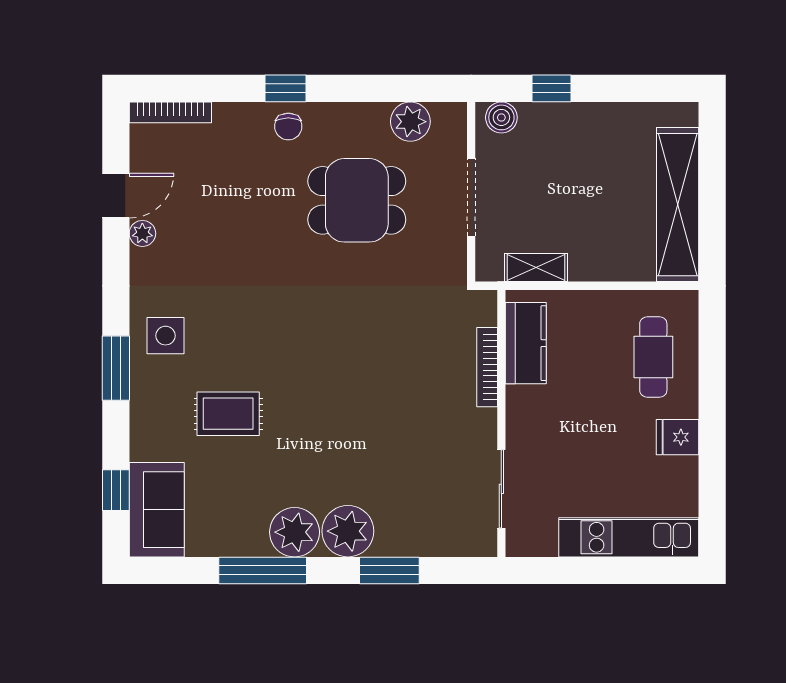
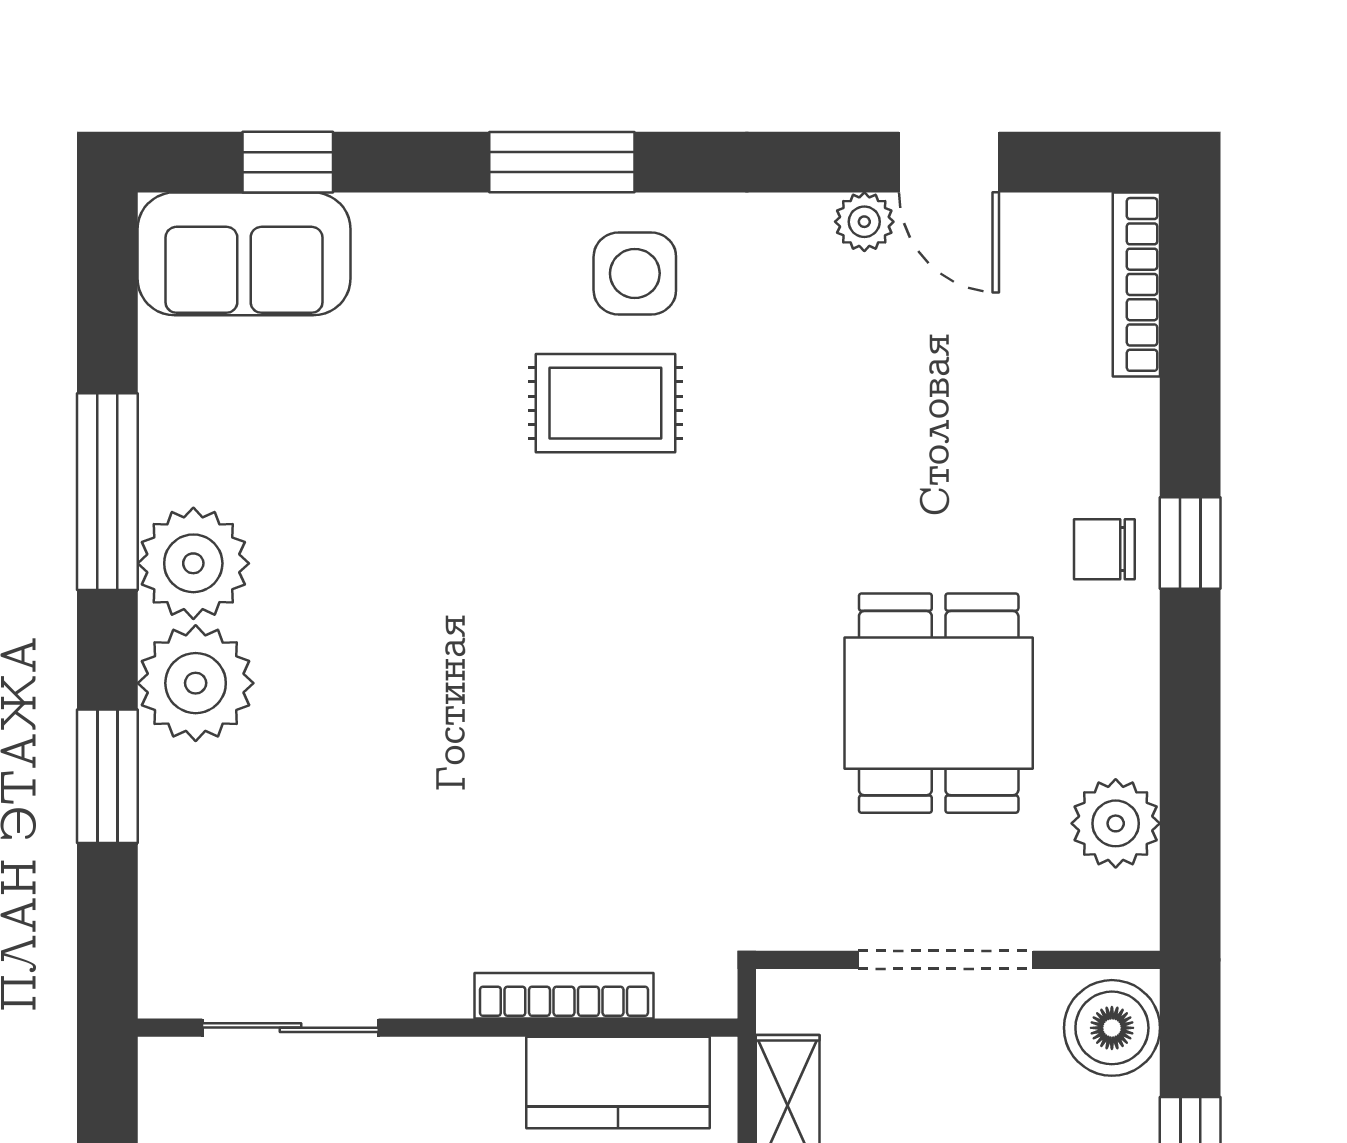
boiler: (501, 117) -> (1112, 1028), width x1.36, depth x1.36
rug: (228, 414) -> (605, 403), moved, turned 90

